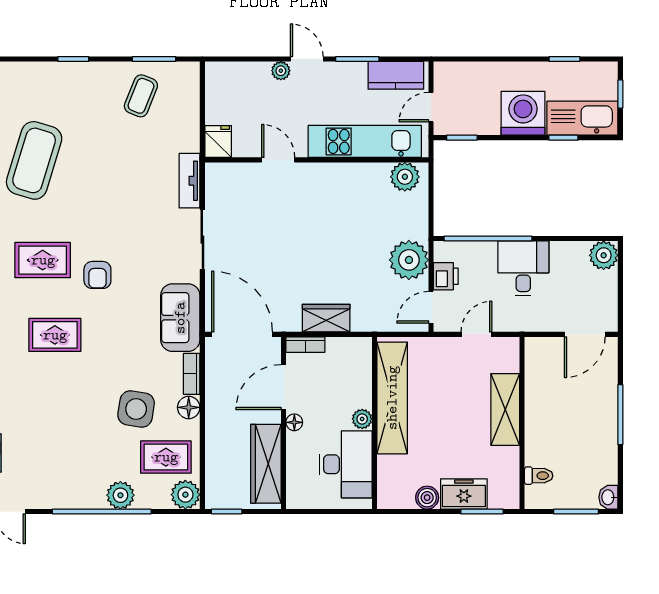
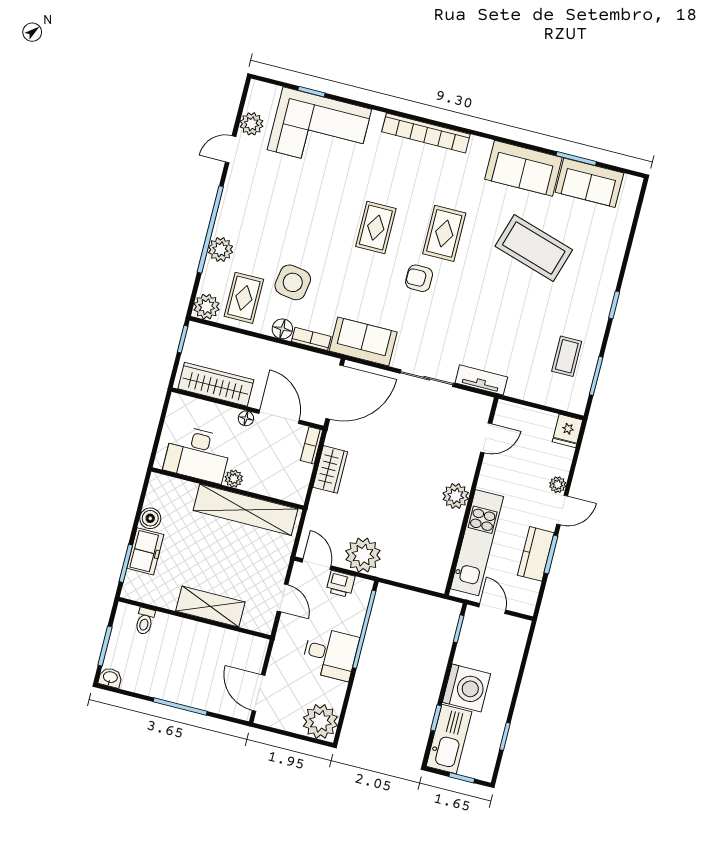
kitchen counter: (396, 75) -> (536, 554), moved
coffee table: (141, 96) -> (567, 356), turned 68
fridge: (218, 141) -> (567, 431), moved, turned 90
door: (278, 160) -> (486, 438), moved
plant: (405, 177) -> (456, 496), moved
plant: (604, 255) -> (320, 721), width x1.36, depth x1.36

